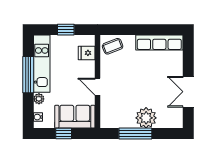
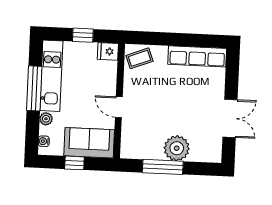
fridge: (87, 53) -> (108, 51), moved
double door: (188, 92) -> (230, 118), swing flipped

